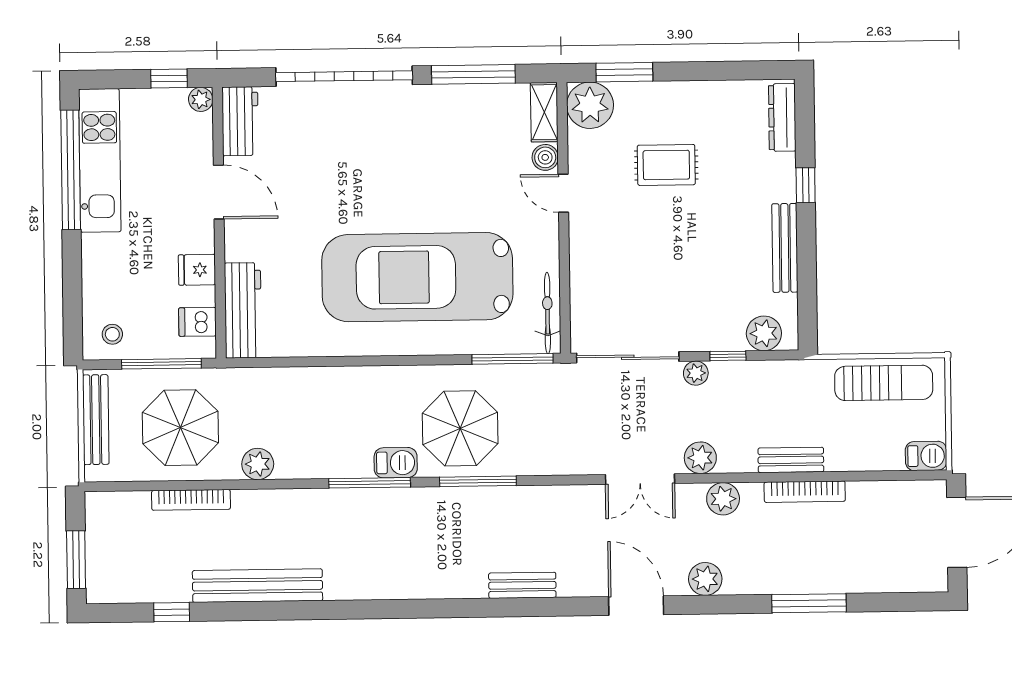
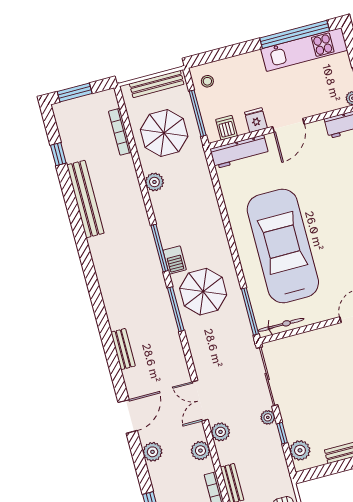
door: (219, 192) -> (288, 125), moved
bookcase: (191, 500) -> (120, 132), moved

